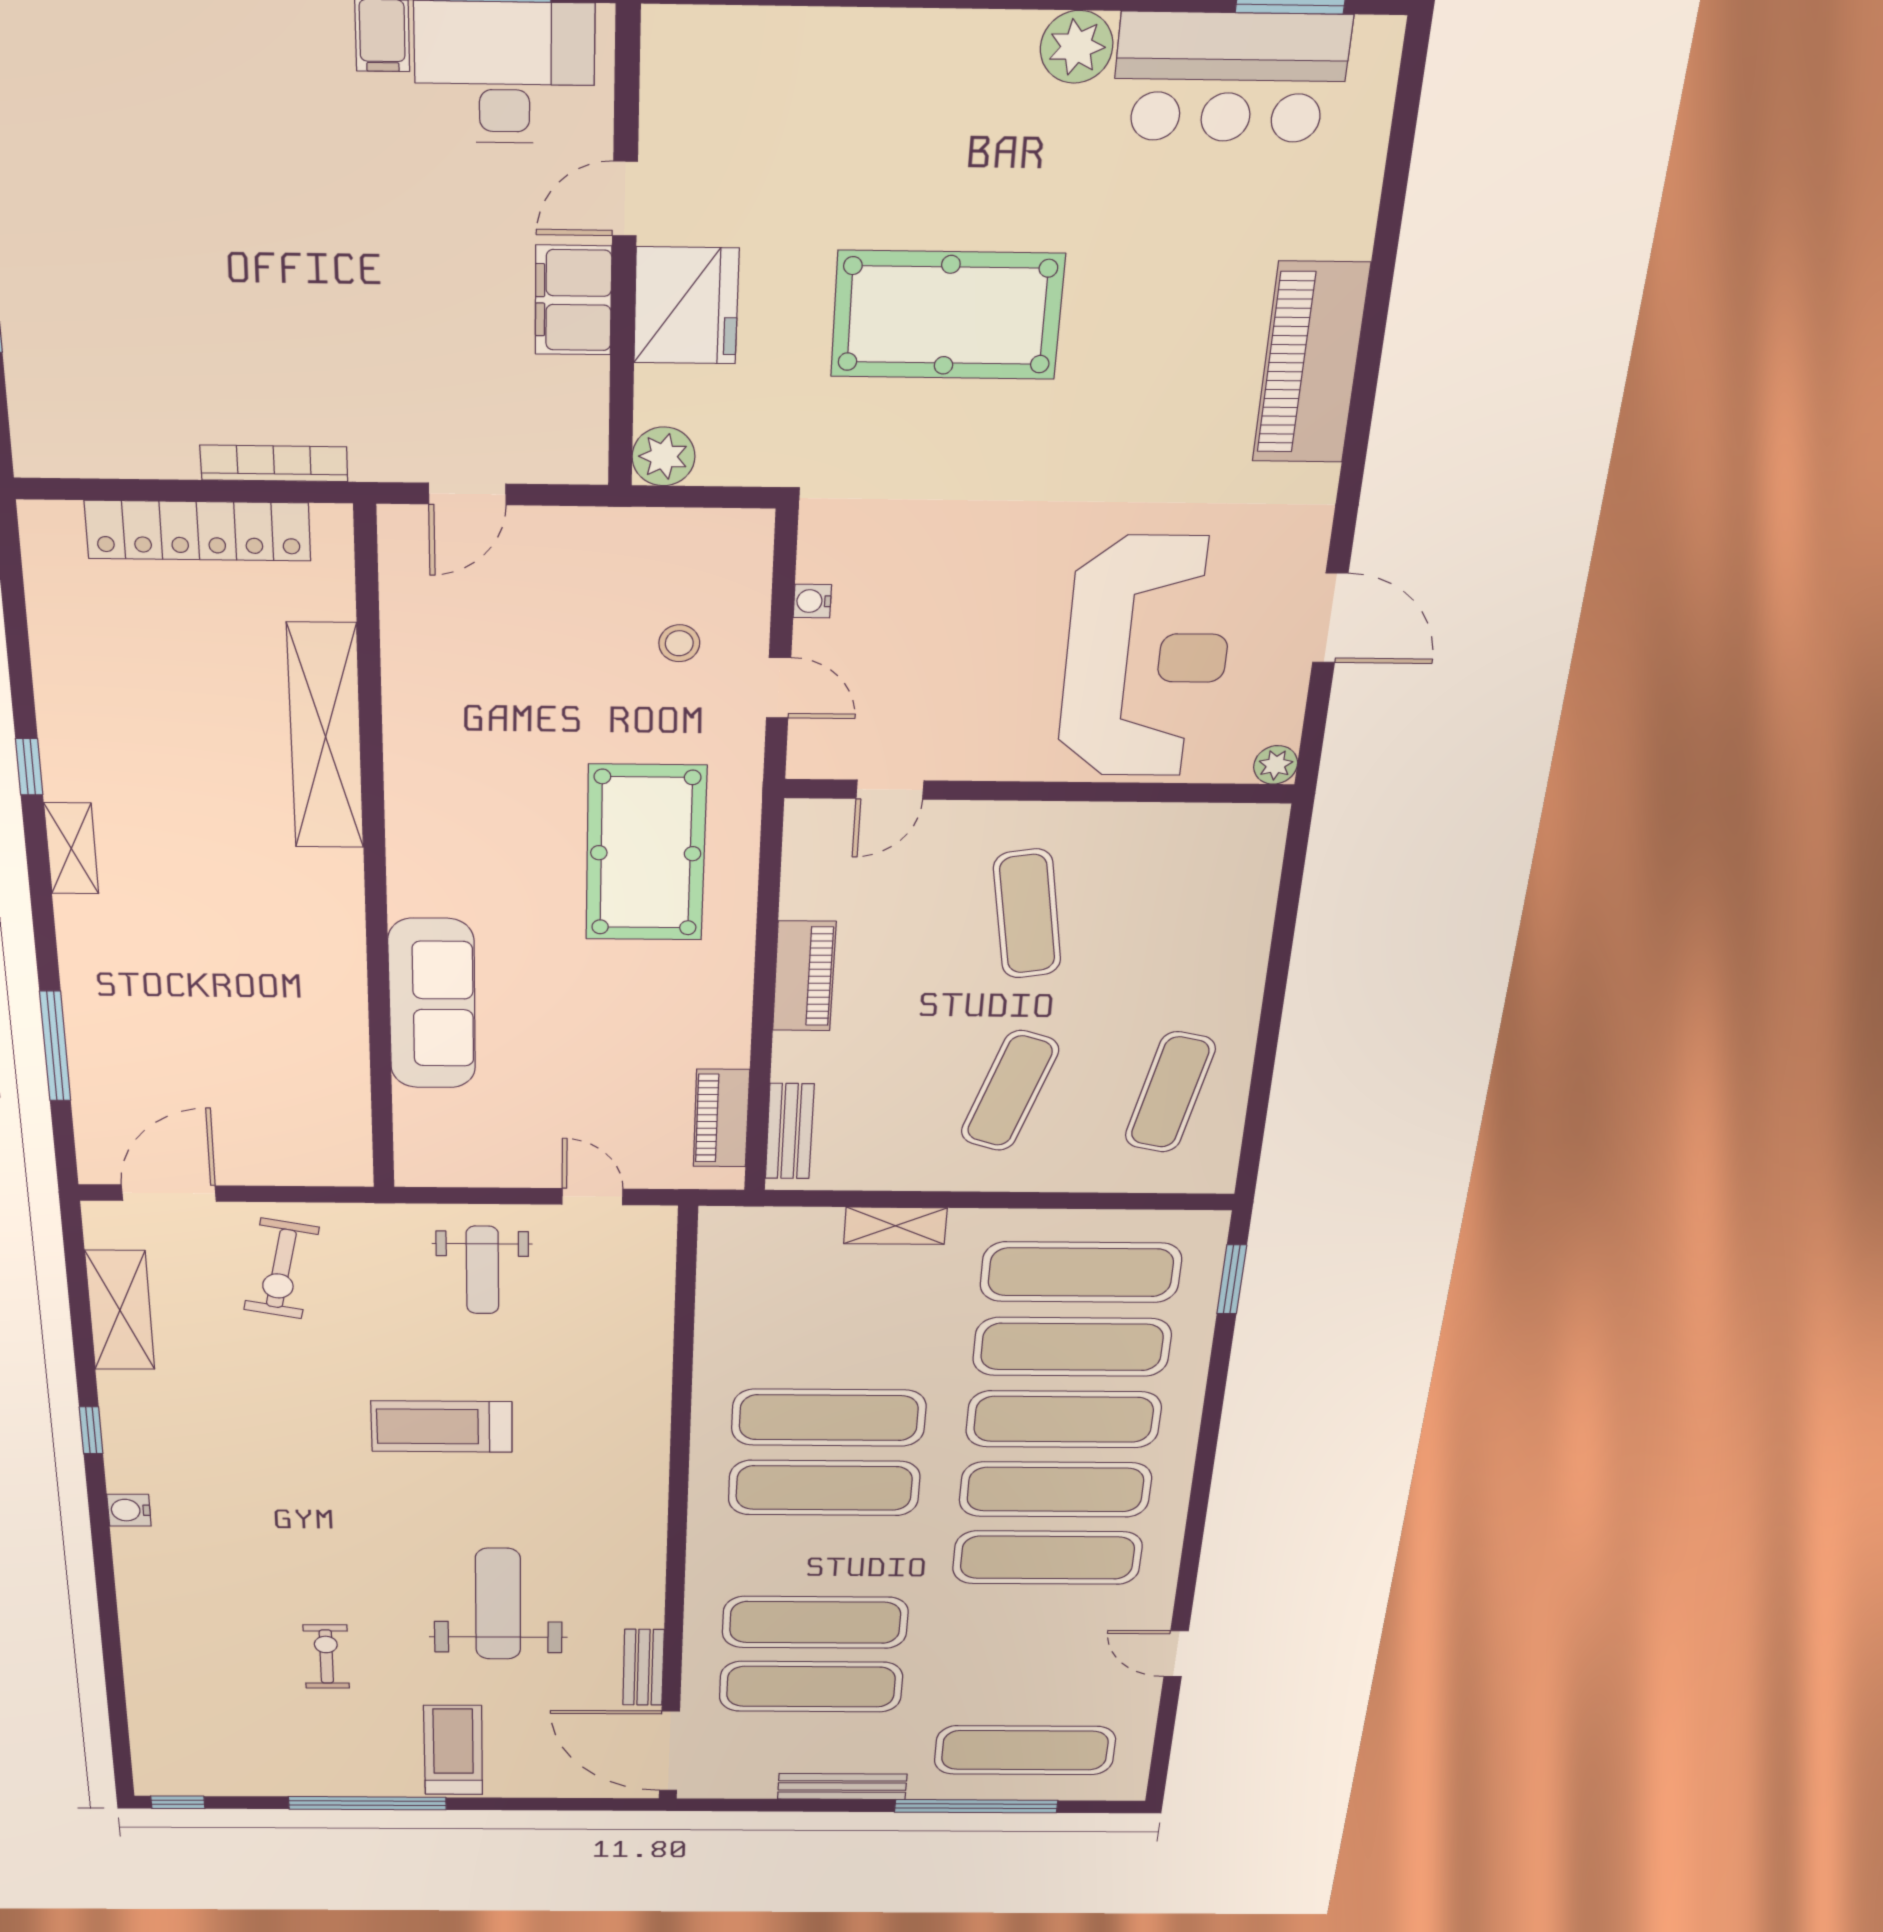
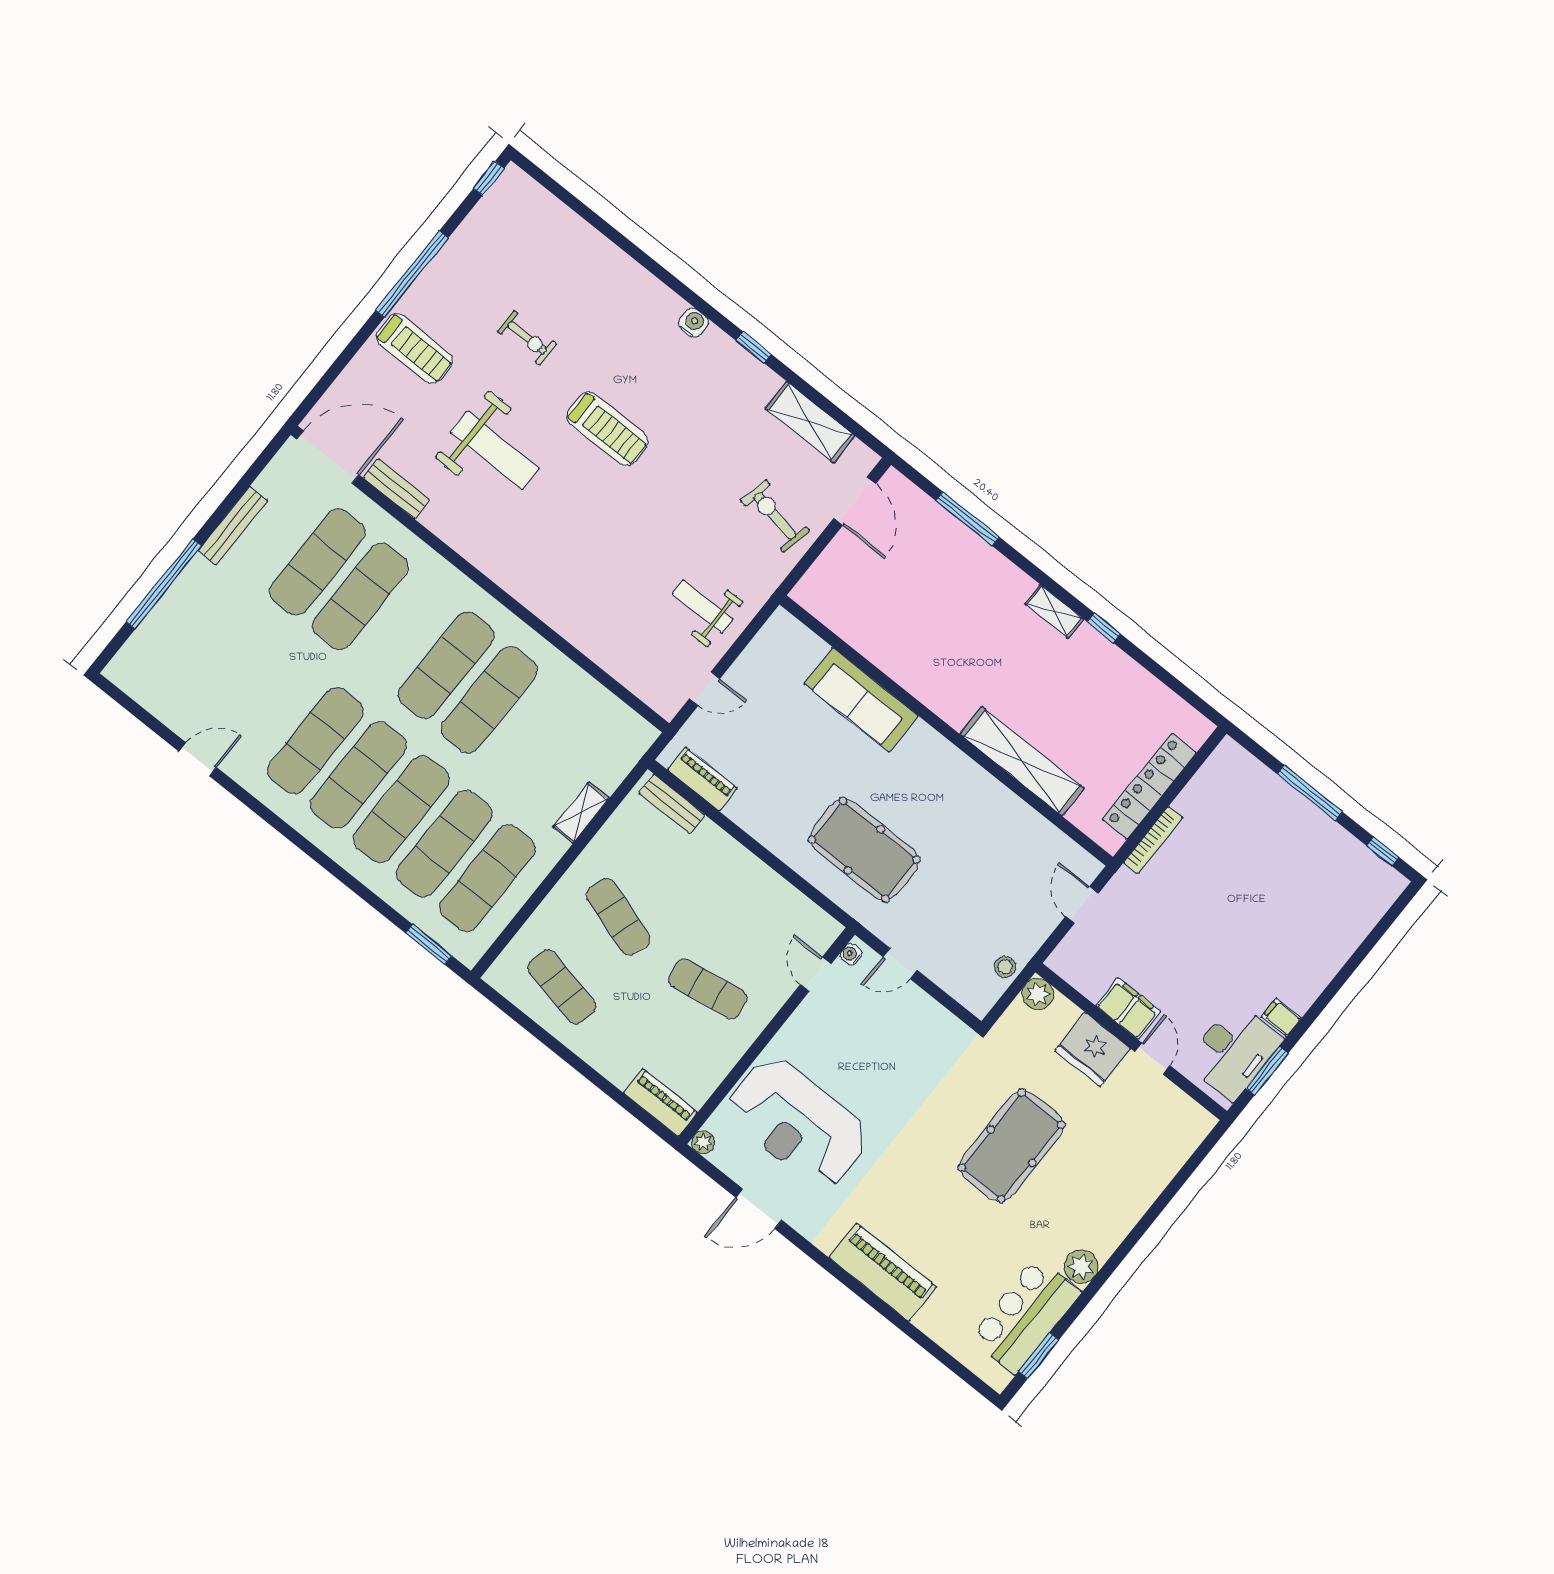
water cooler: (812, 601) -> (851, 954), moved, turned -90
stool: (679, 643) -> (1005, 967), moved
piano: (804, 976) -> (660, 1103), moved, turned 180
treadmill: (442, 1426) -> (607, 429), moved, turned 90
exercise mat: (1025, 1750) -> (186, 637), removed

